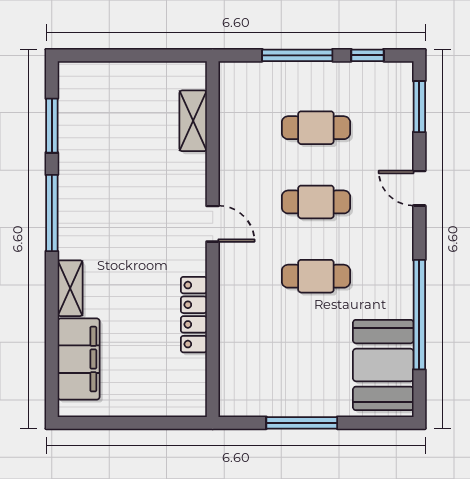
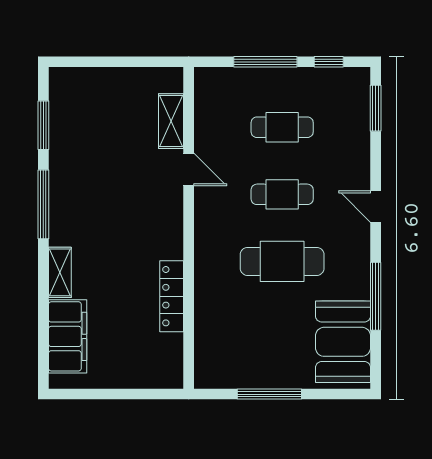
door: (419, 188) -> (376, 207), moved
door: (213, 224) -> (189, 169), moved
cafe table: (316, 276) -> (282, 261), width x1.37, depth x1.35
window: (419, 315) -> (376, 296), width x0.68

